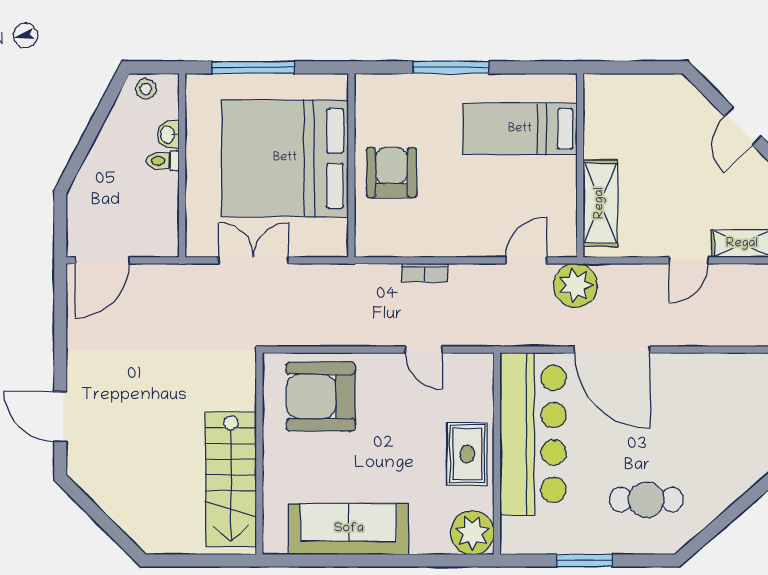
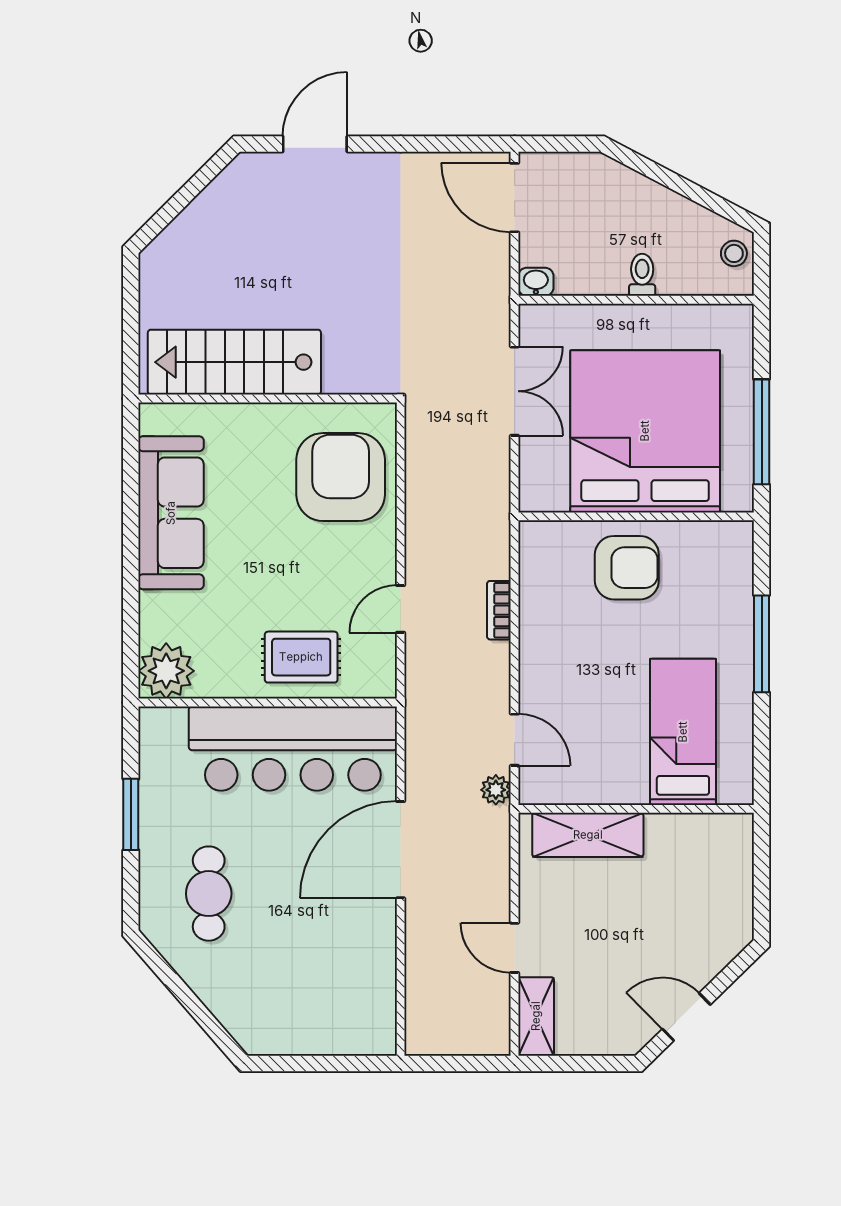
window: (253, 67) -> (762, 432), moved
washbasin: (168, 134) -> (536, 282), moved
plant: (575, 285) -> (496, 790), width x0.53, depth x0.53
rug: (467, 454) -> (301, 657), moved

